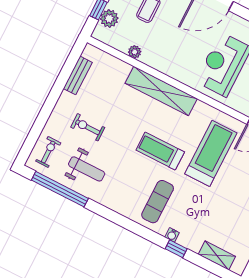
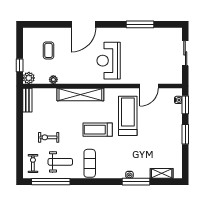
plant: (109, 19) -> (29, 78), moved
bench: (78, 75) -> (27, 100), moved
exercise mat: (158, 202) -> (90, 163), moved
window: (176, 249) -> (136, 182), width x2.17

